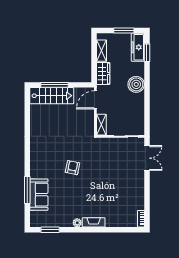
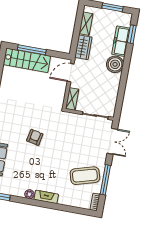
freezer: (138, 47) -> (121, 41), moved
coffee table: (127, 195) -> (85, 176), added
window: (147, 196) -> (105, 180), added

